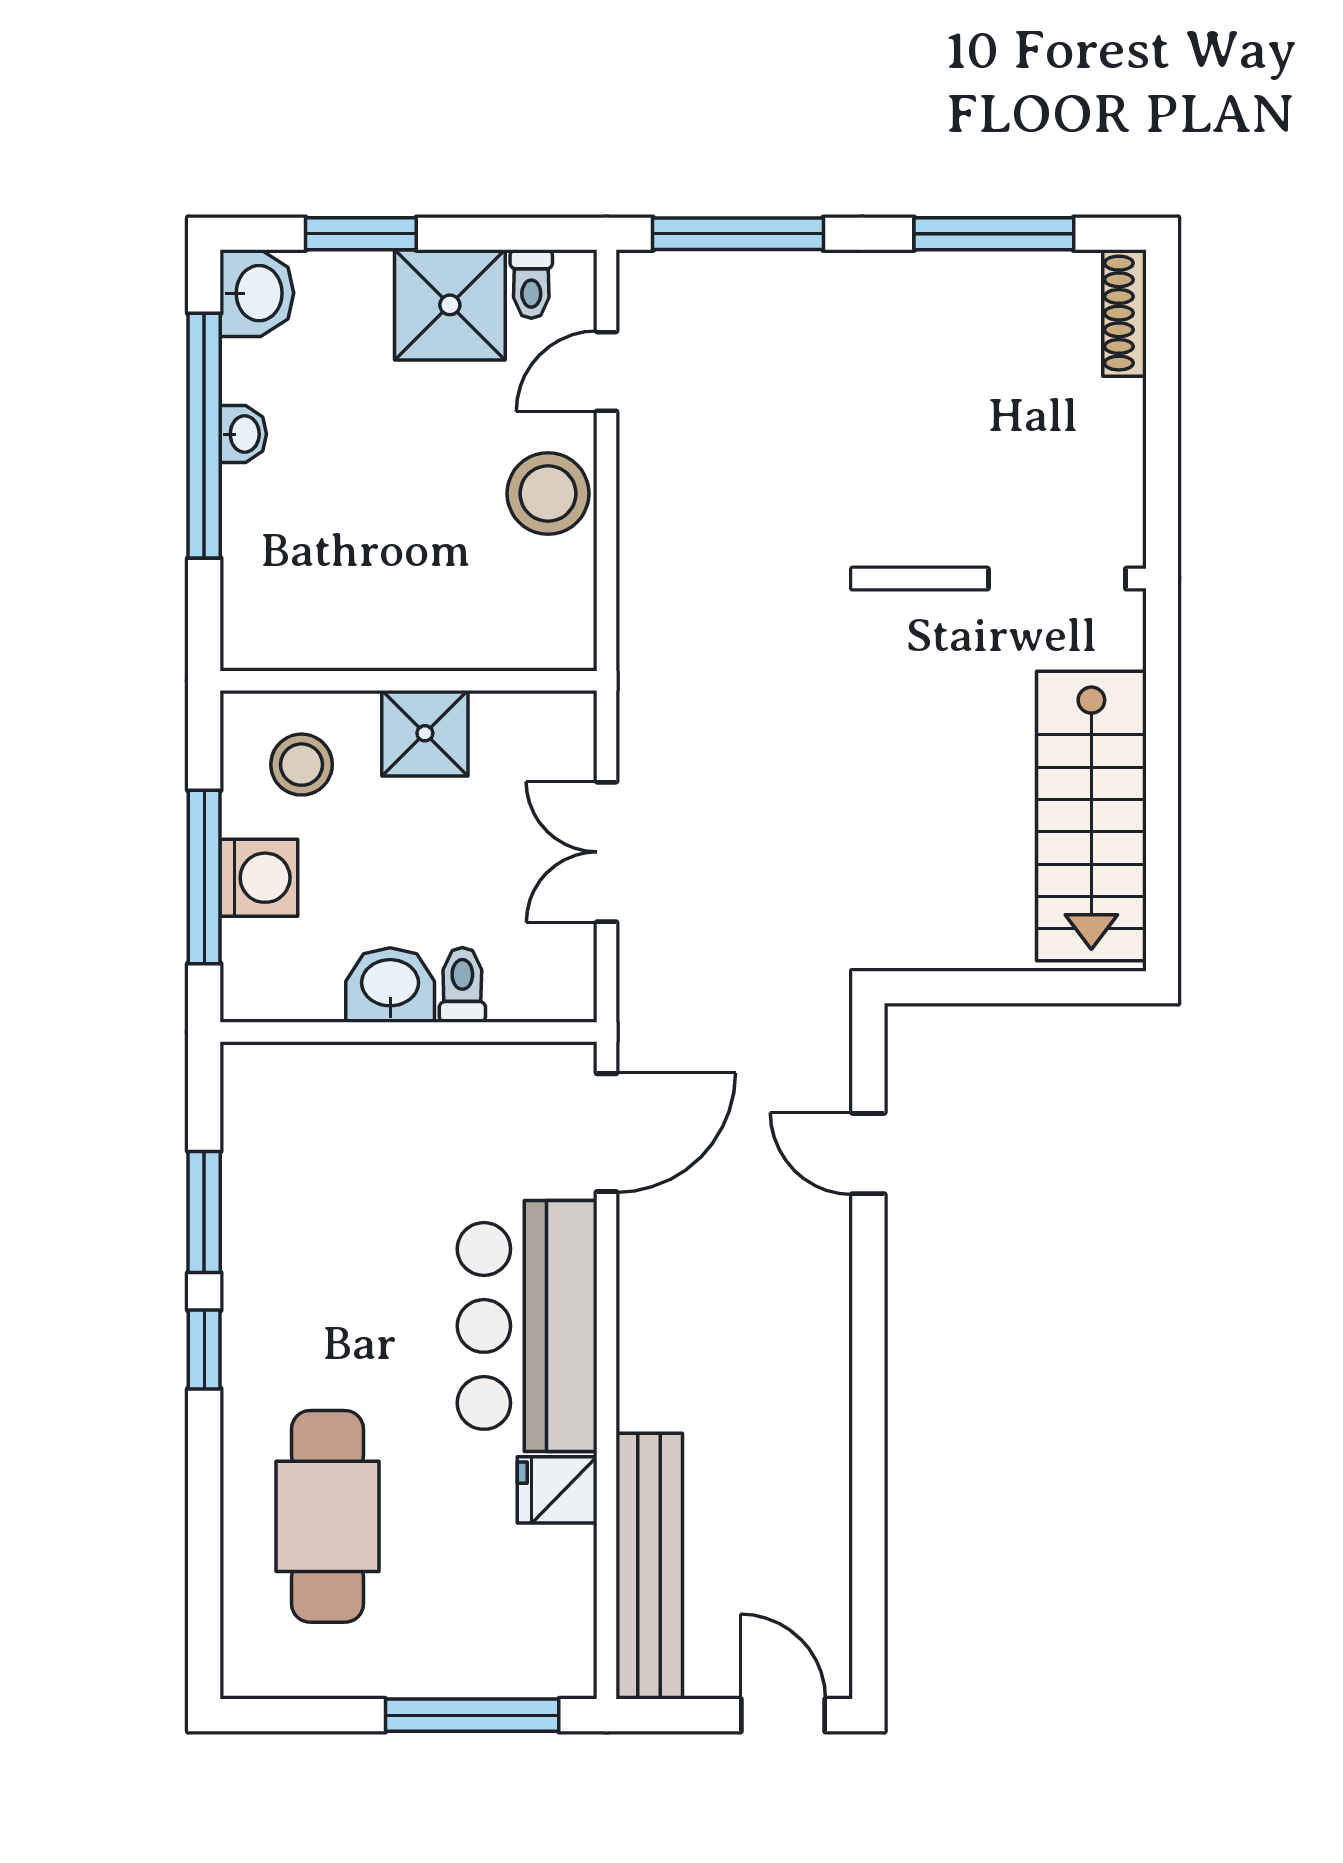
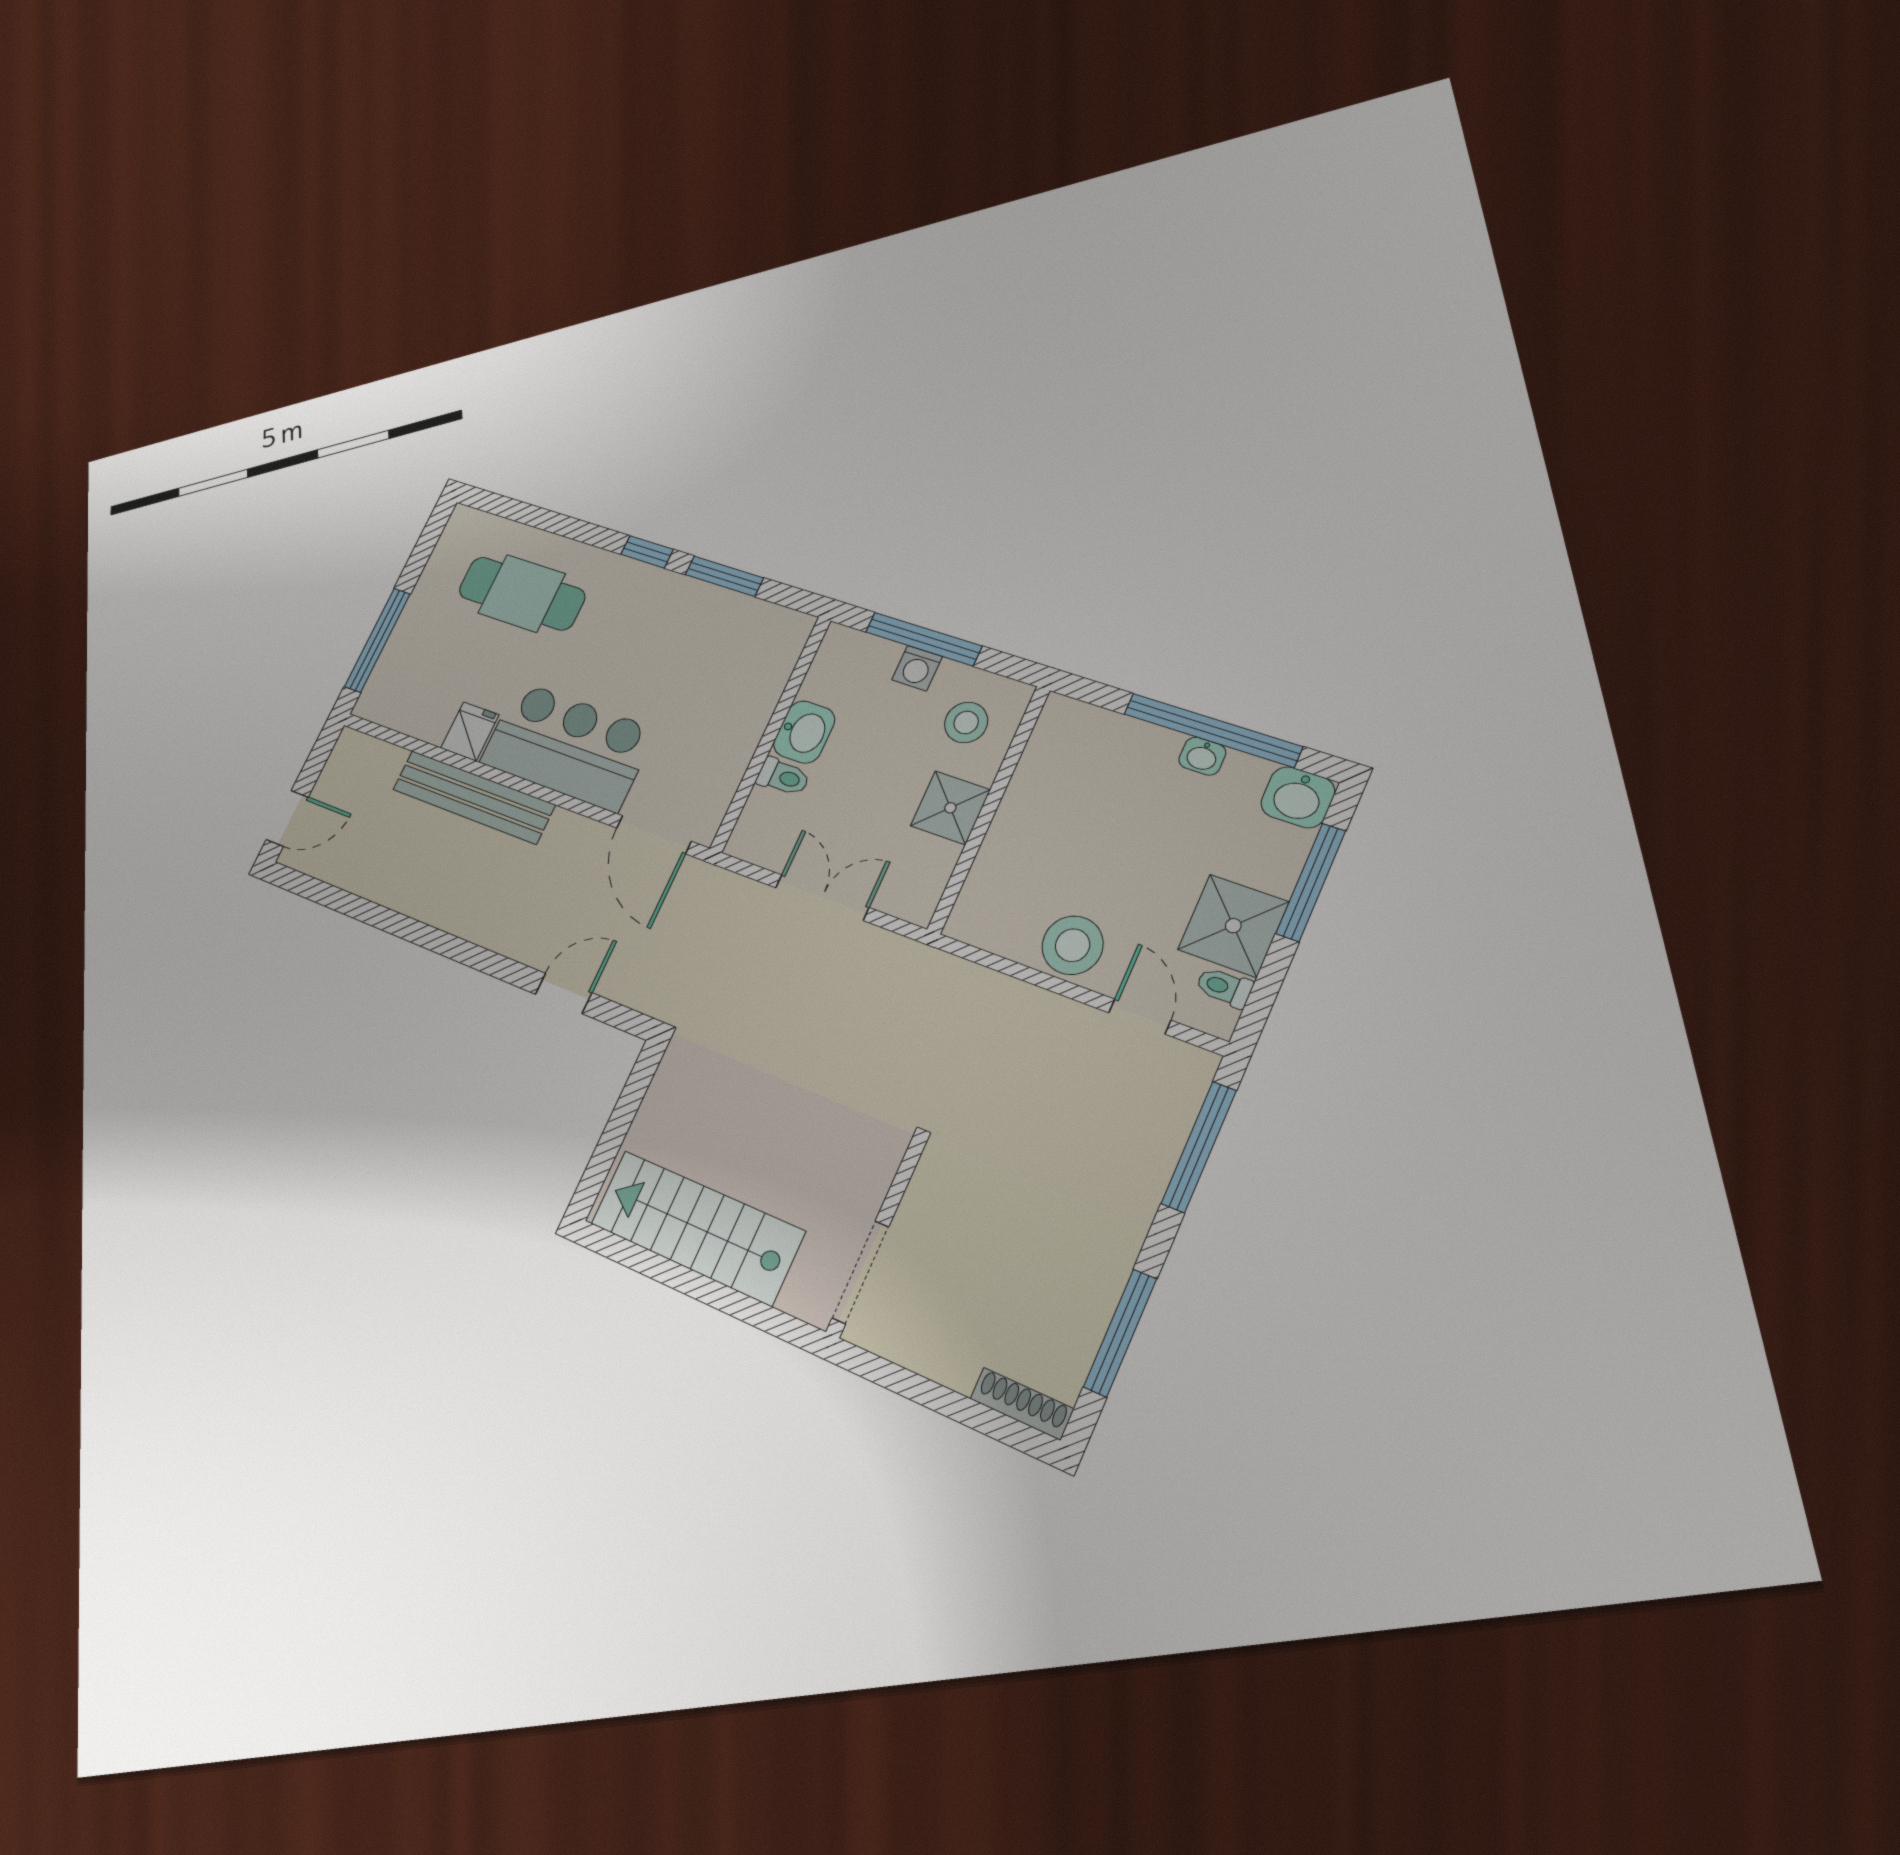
window: (361, 234) -> (1311, 882), width x1.44
washing machine: (259, 878) -> (917, 668), width x0.73, depth x0.73
bench: (649, 1566) -> (473, 797), moved

